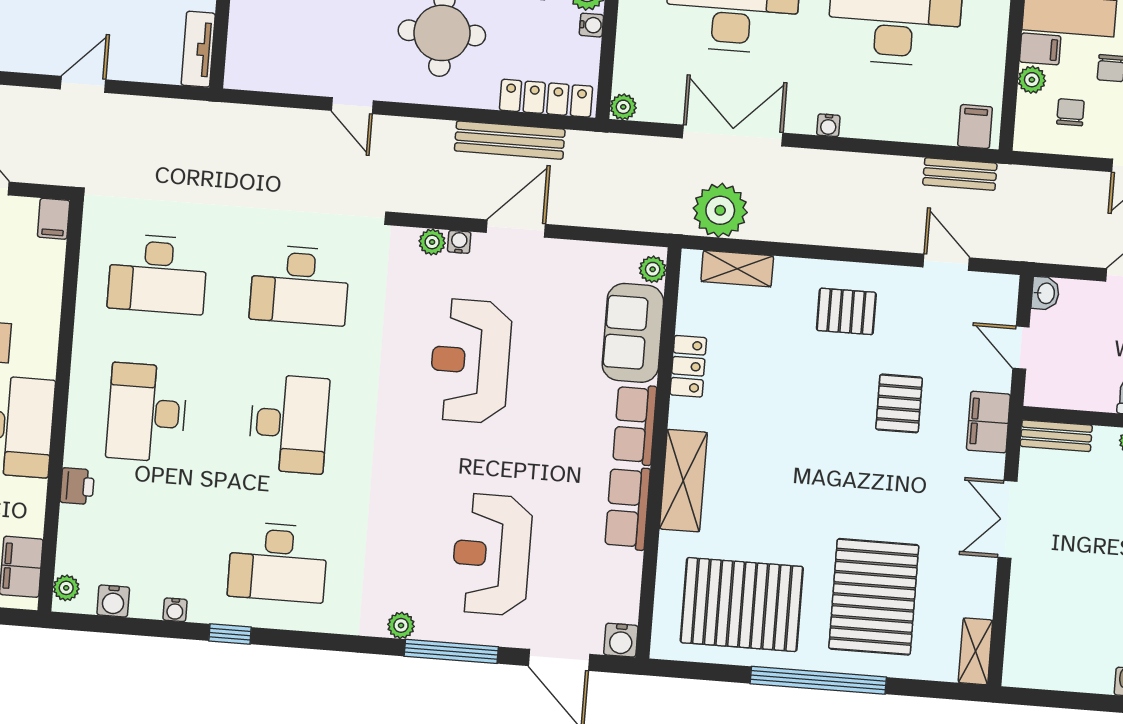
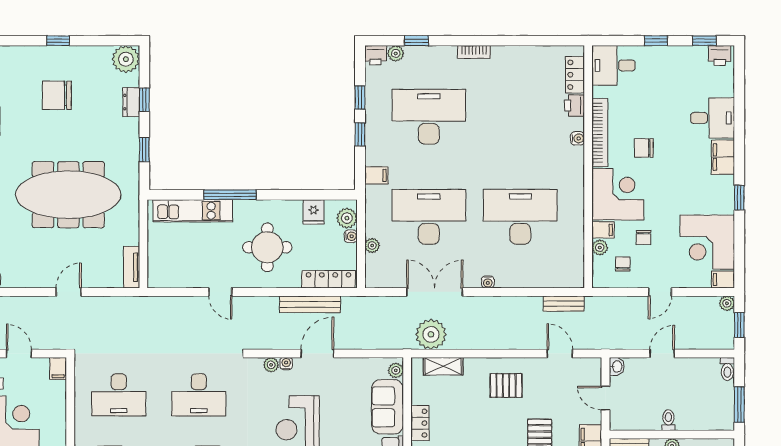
plant: (623, 107) -> (372, 245), moved
filing cabinet: (975, 127) -> (570, 276), removed

